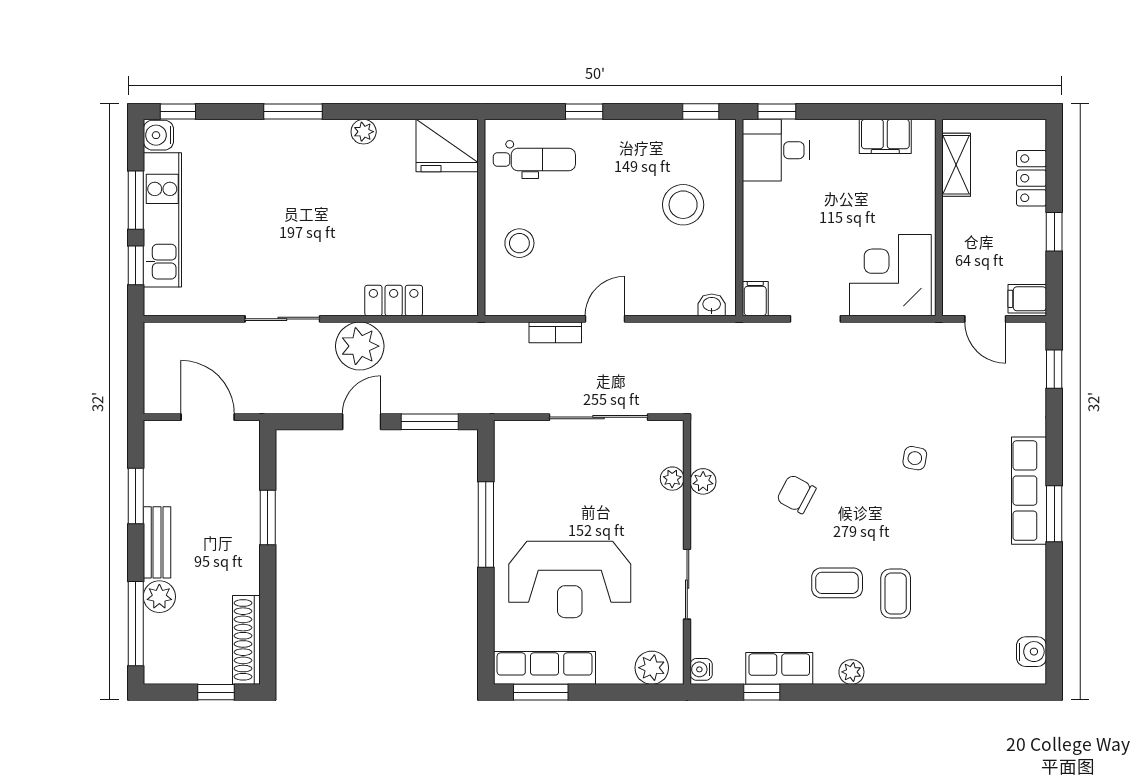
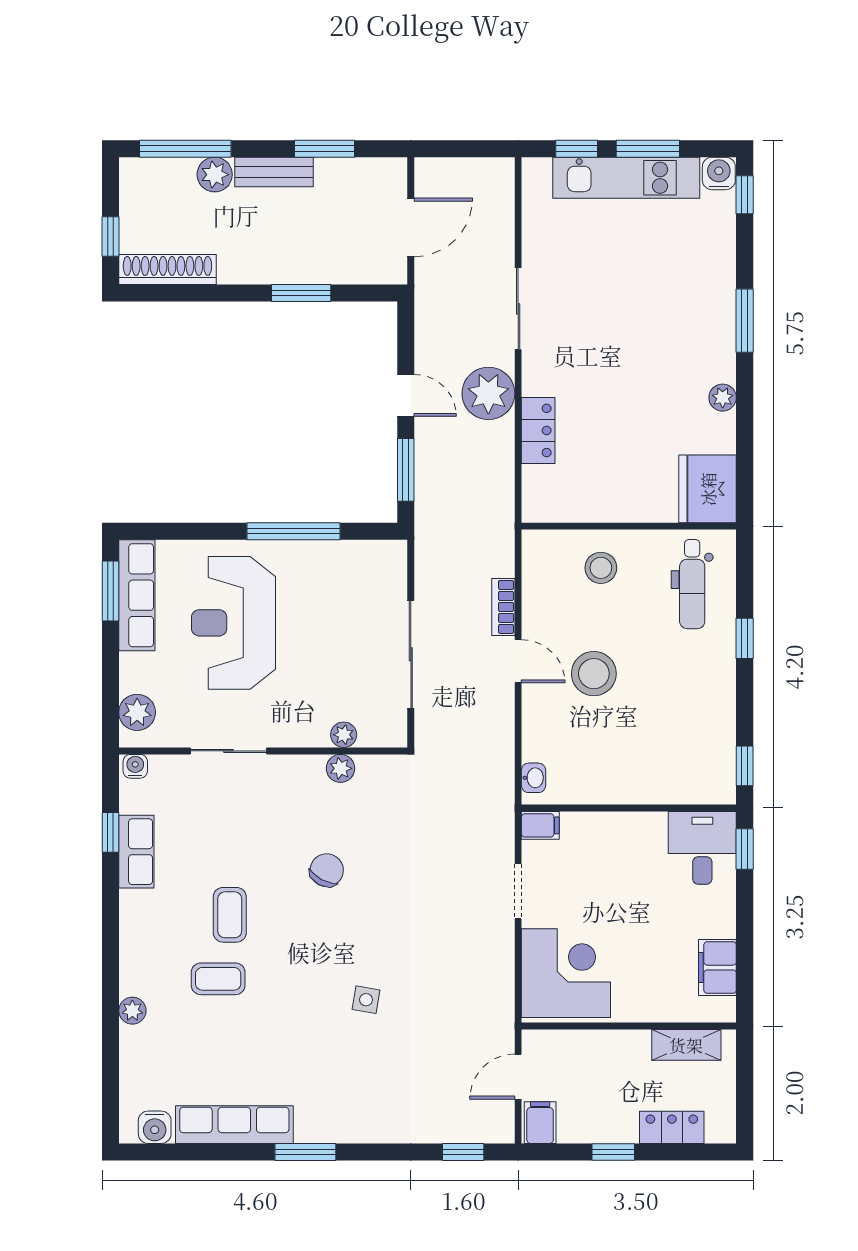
stool: (683, 205) -> (594, 674), moved
row of seats: (1029, 491) -> (234, 1125), moved
plant: (851, 672) -> (132, 1011), moved

